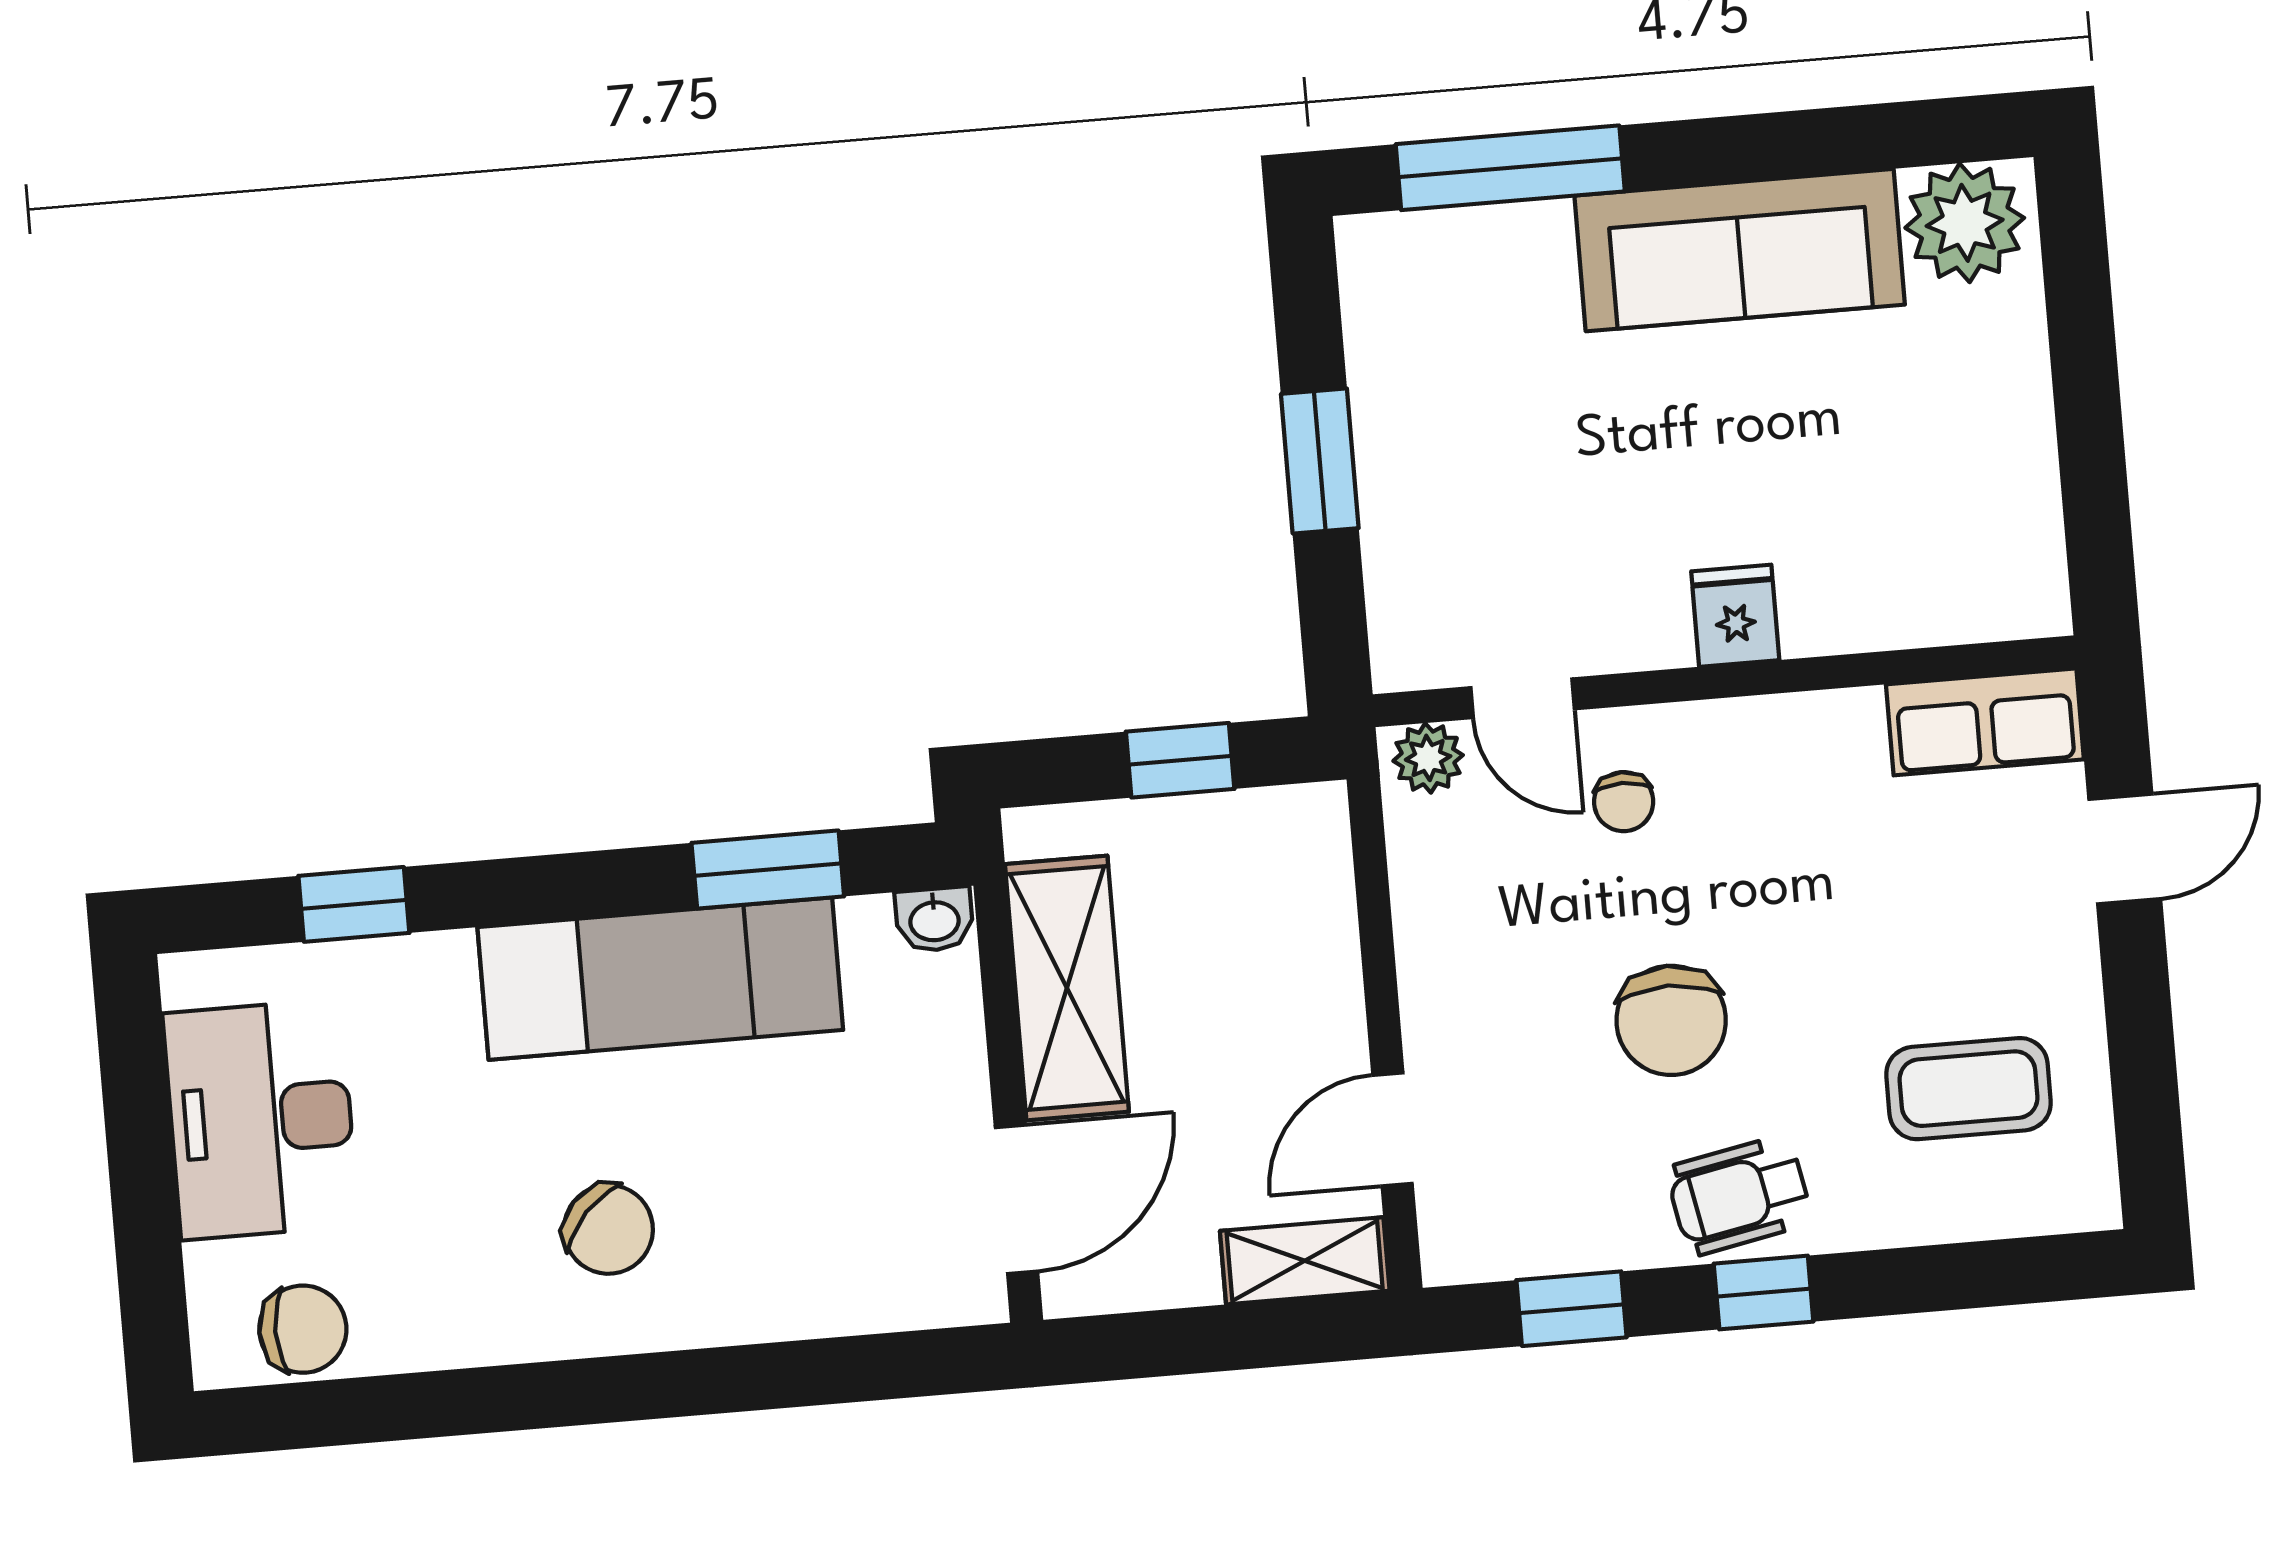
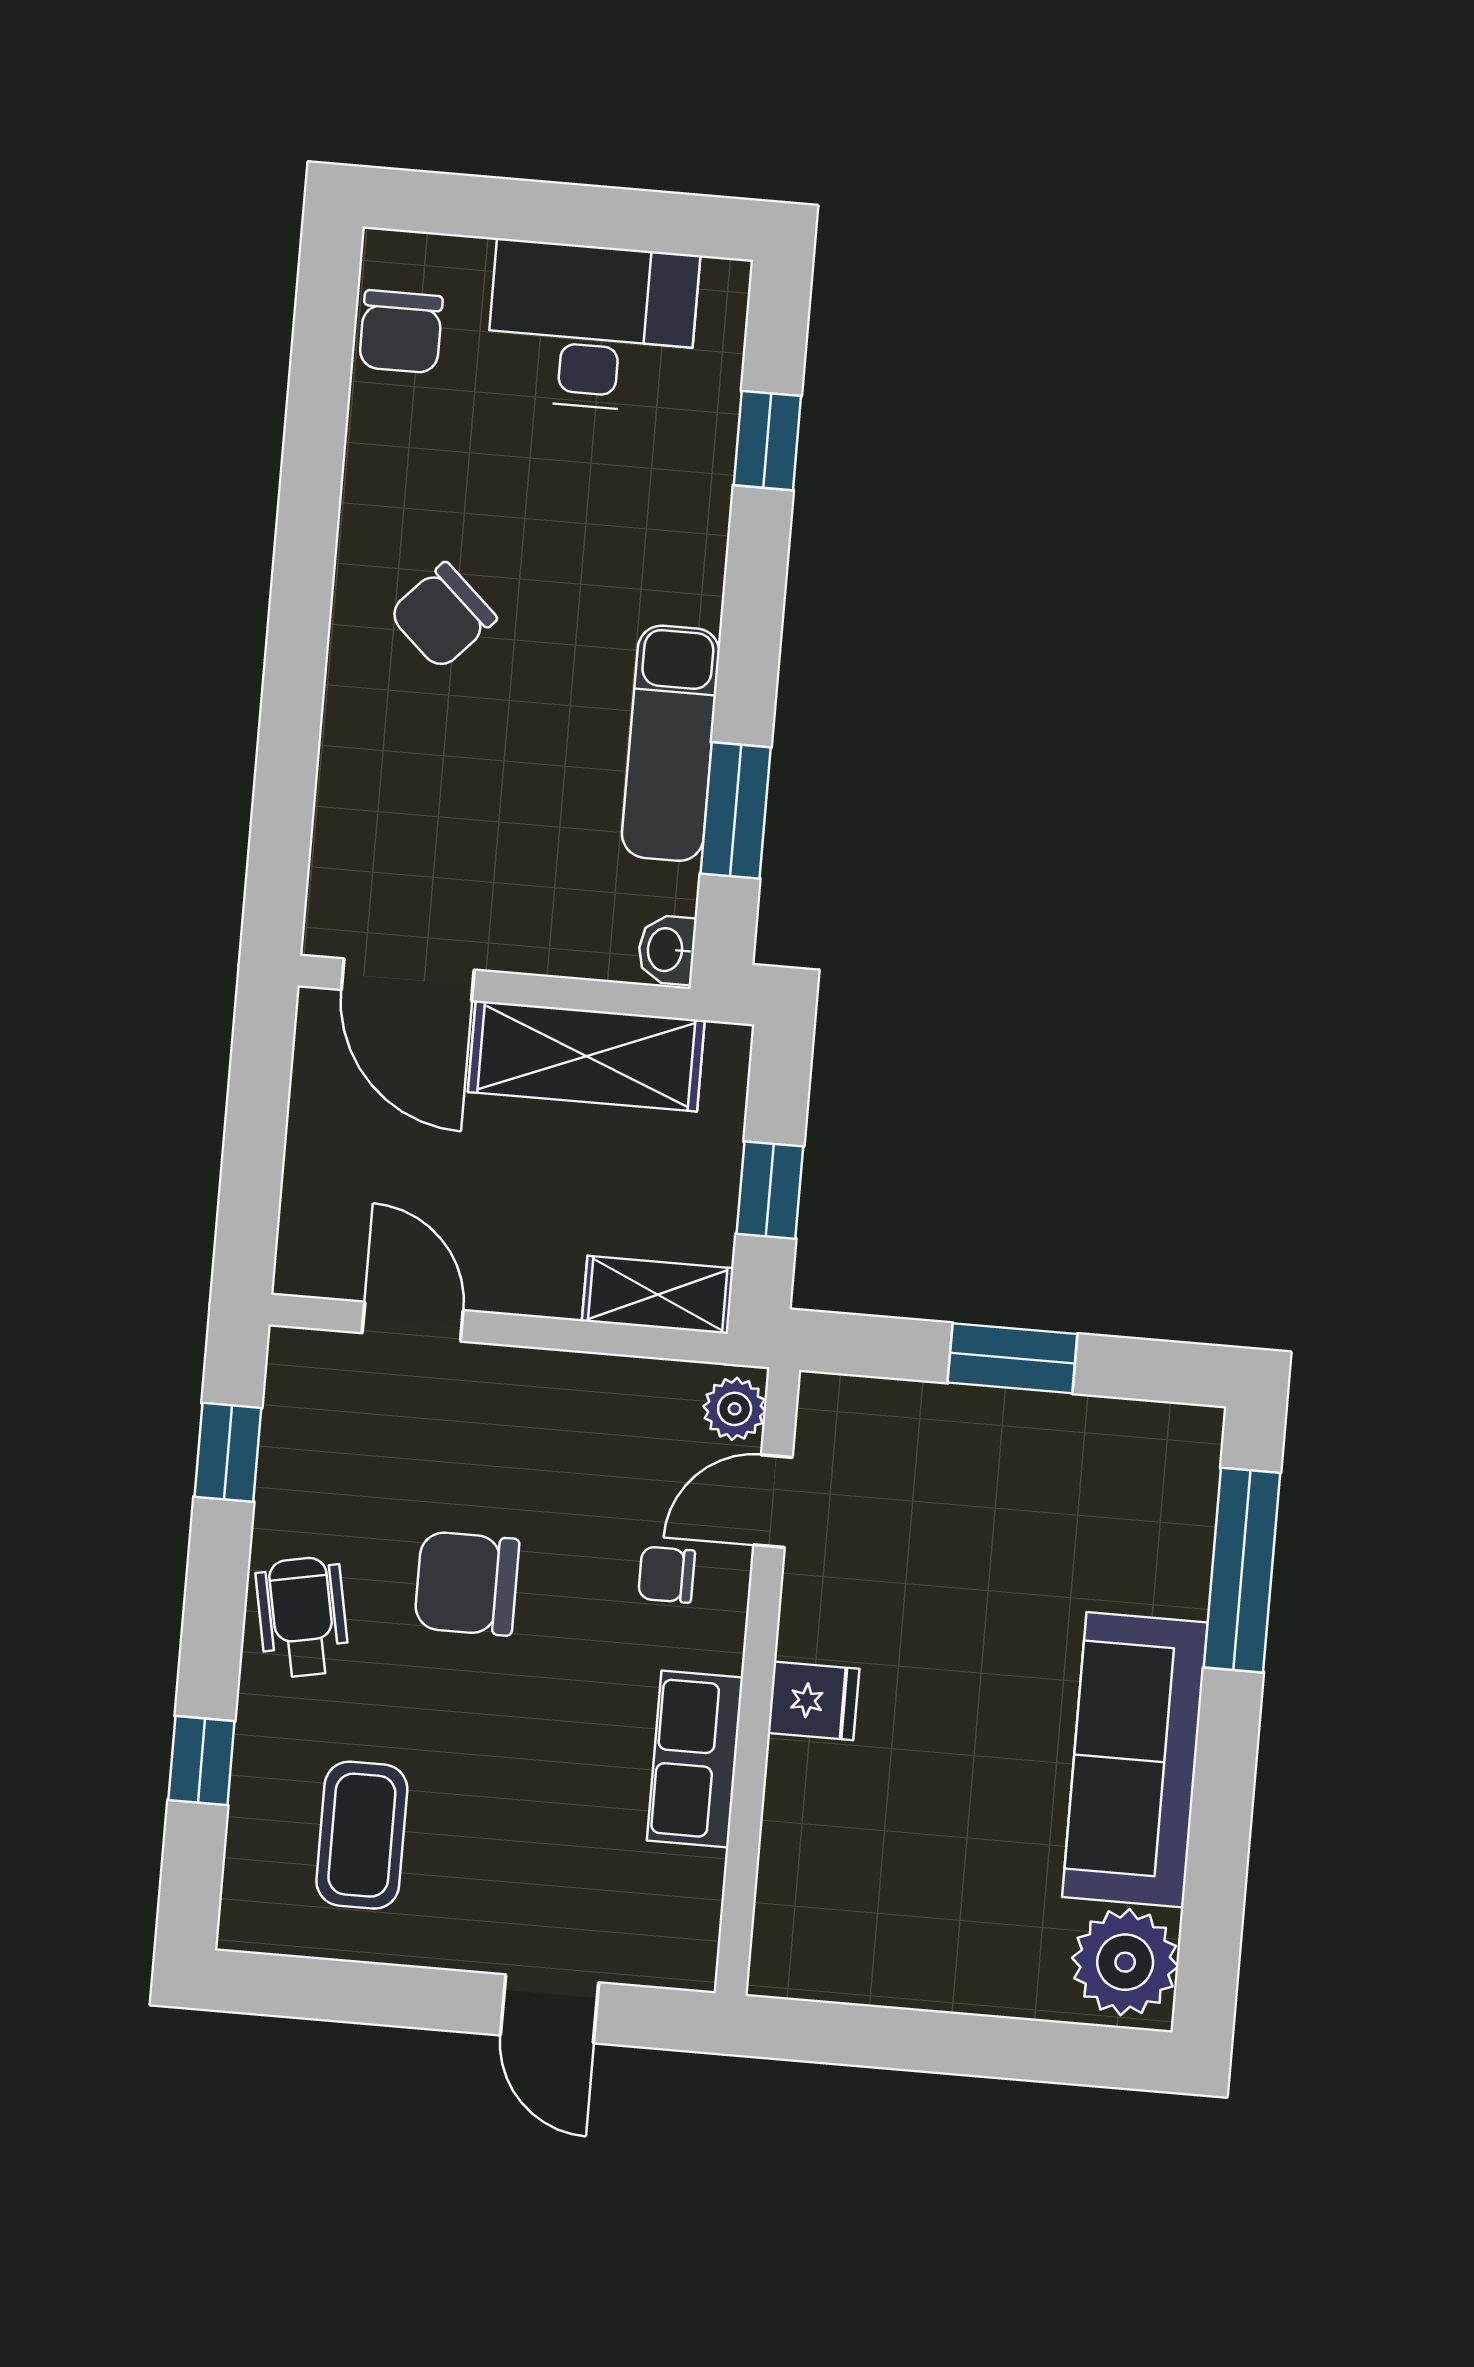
row of seats: (1985, 722) -> (695, 1759), moved
exam couch: (660, 979) -> (671, 743), width x0.73, depth x0.69
shelving: (1305, 1261) -> (658, 1295), moved, turned 90
window: (1764, 1293) -> (201, 1761), moved

